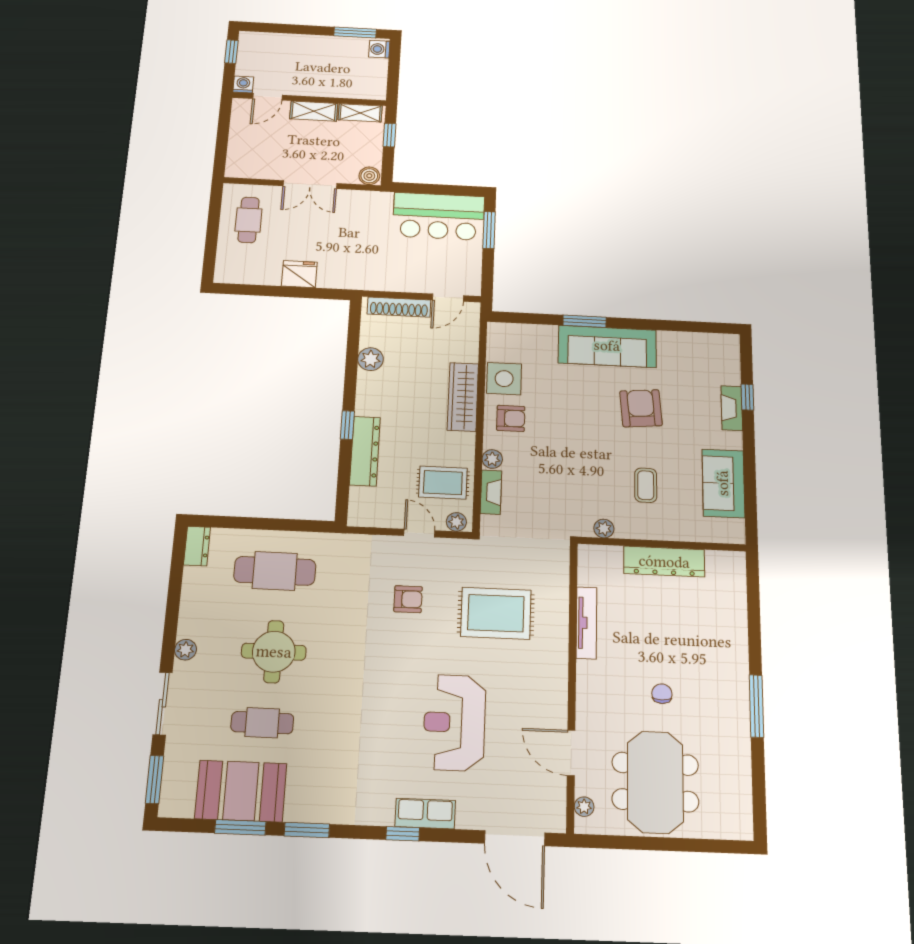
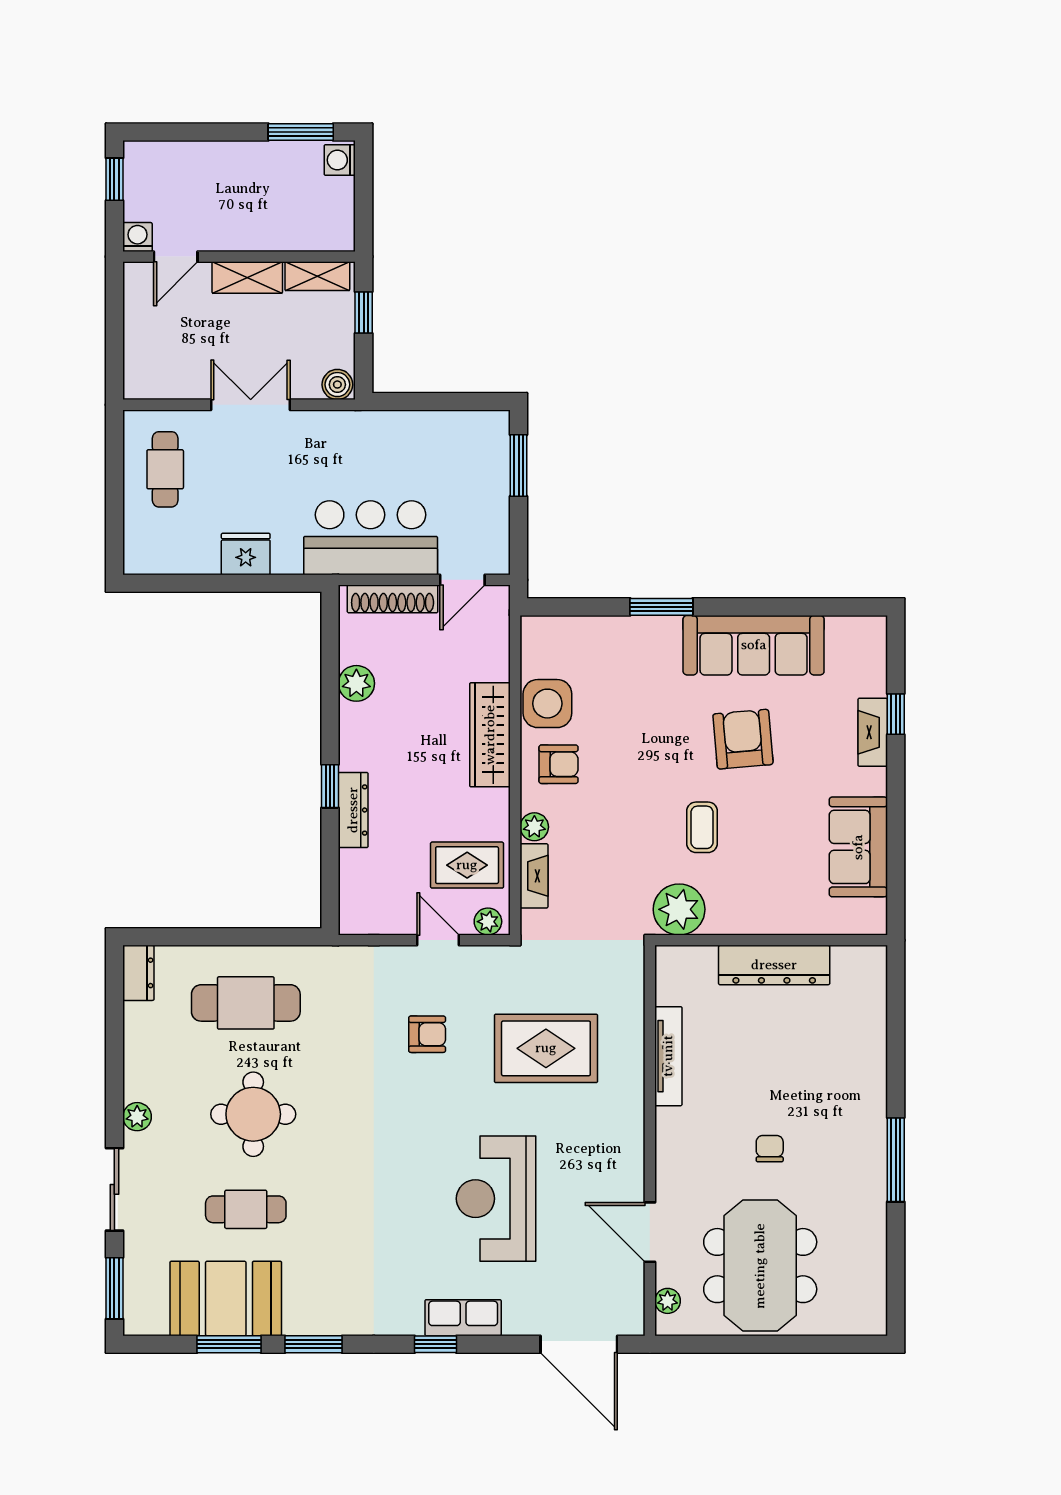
double door: (310, 185) -> (251, 405), swing flipped
bar counter: (439, 216) -> (371, 538), moved, turned 180
sofa: (607, 346) -> (754, 645), moved
dresser: (365, 451) -> (353, 810), width x0.73, depth x0.80
coffee table: (646, 485) -> (702, 827), moved
plant: (604, 529) -> (679, 909), width x1.88, depth x1.88

